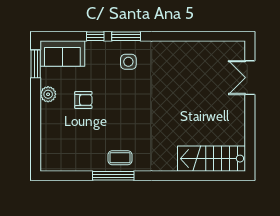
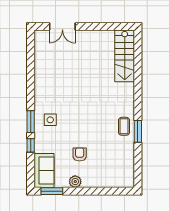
window: (113, 176) -> (138, 131), width x0.69

